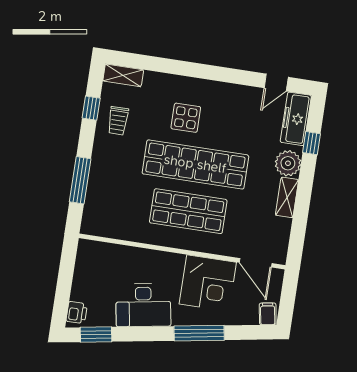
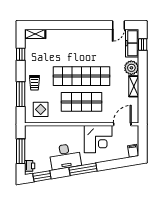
display table: (186, 118) -> (41, 109), moved
trolley: (118, 121) -> (35, 83), moved
window: (312, 143) -> (143, 45), moved
door: (256, 263) -> (122, 124), swing flipped
window: (64, 283) -> (21, 151), added
window: (199, 333) -> (83, 169), moved

